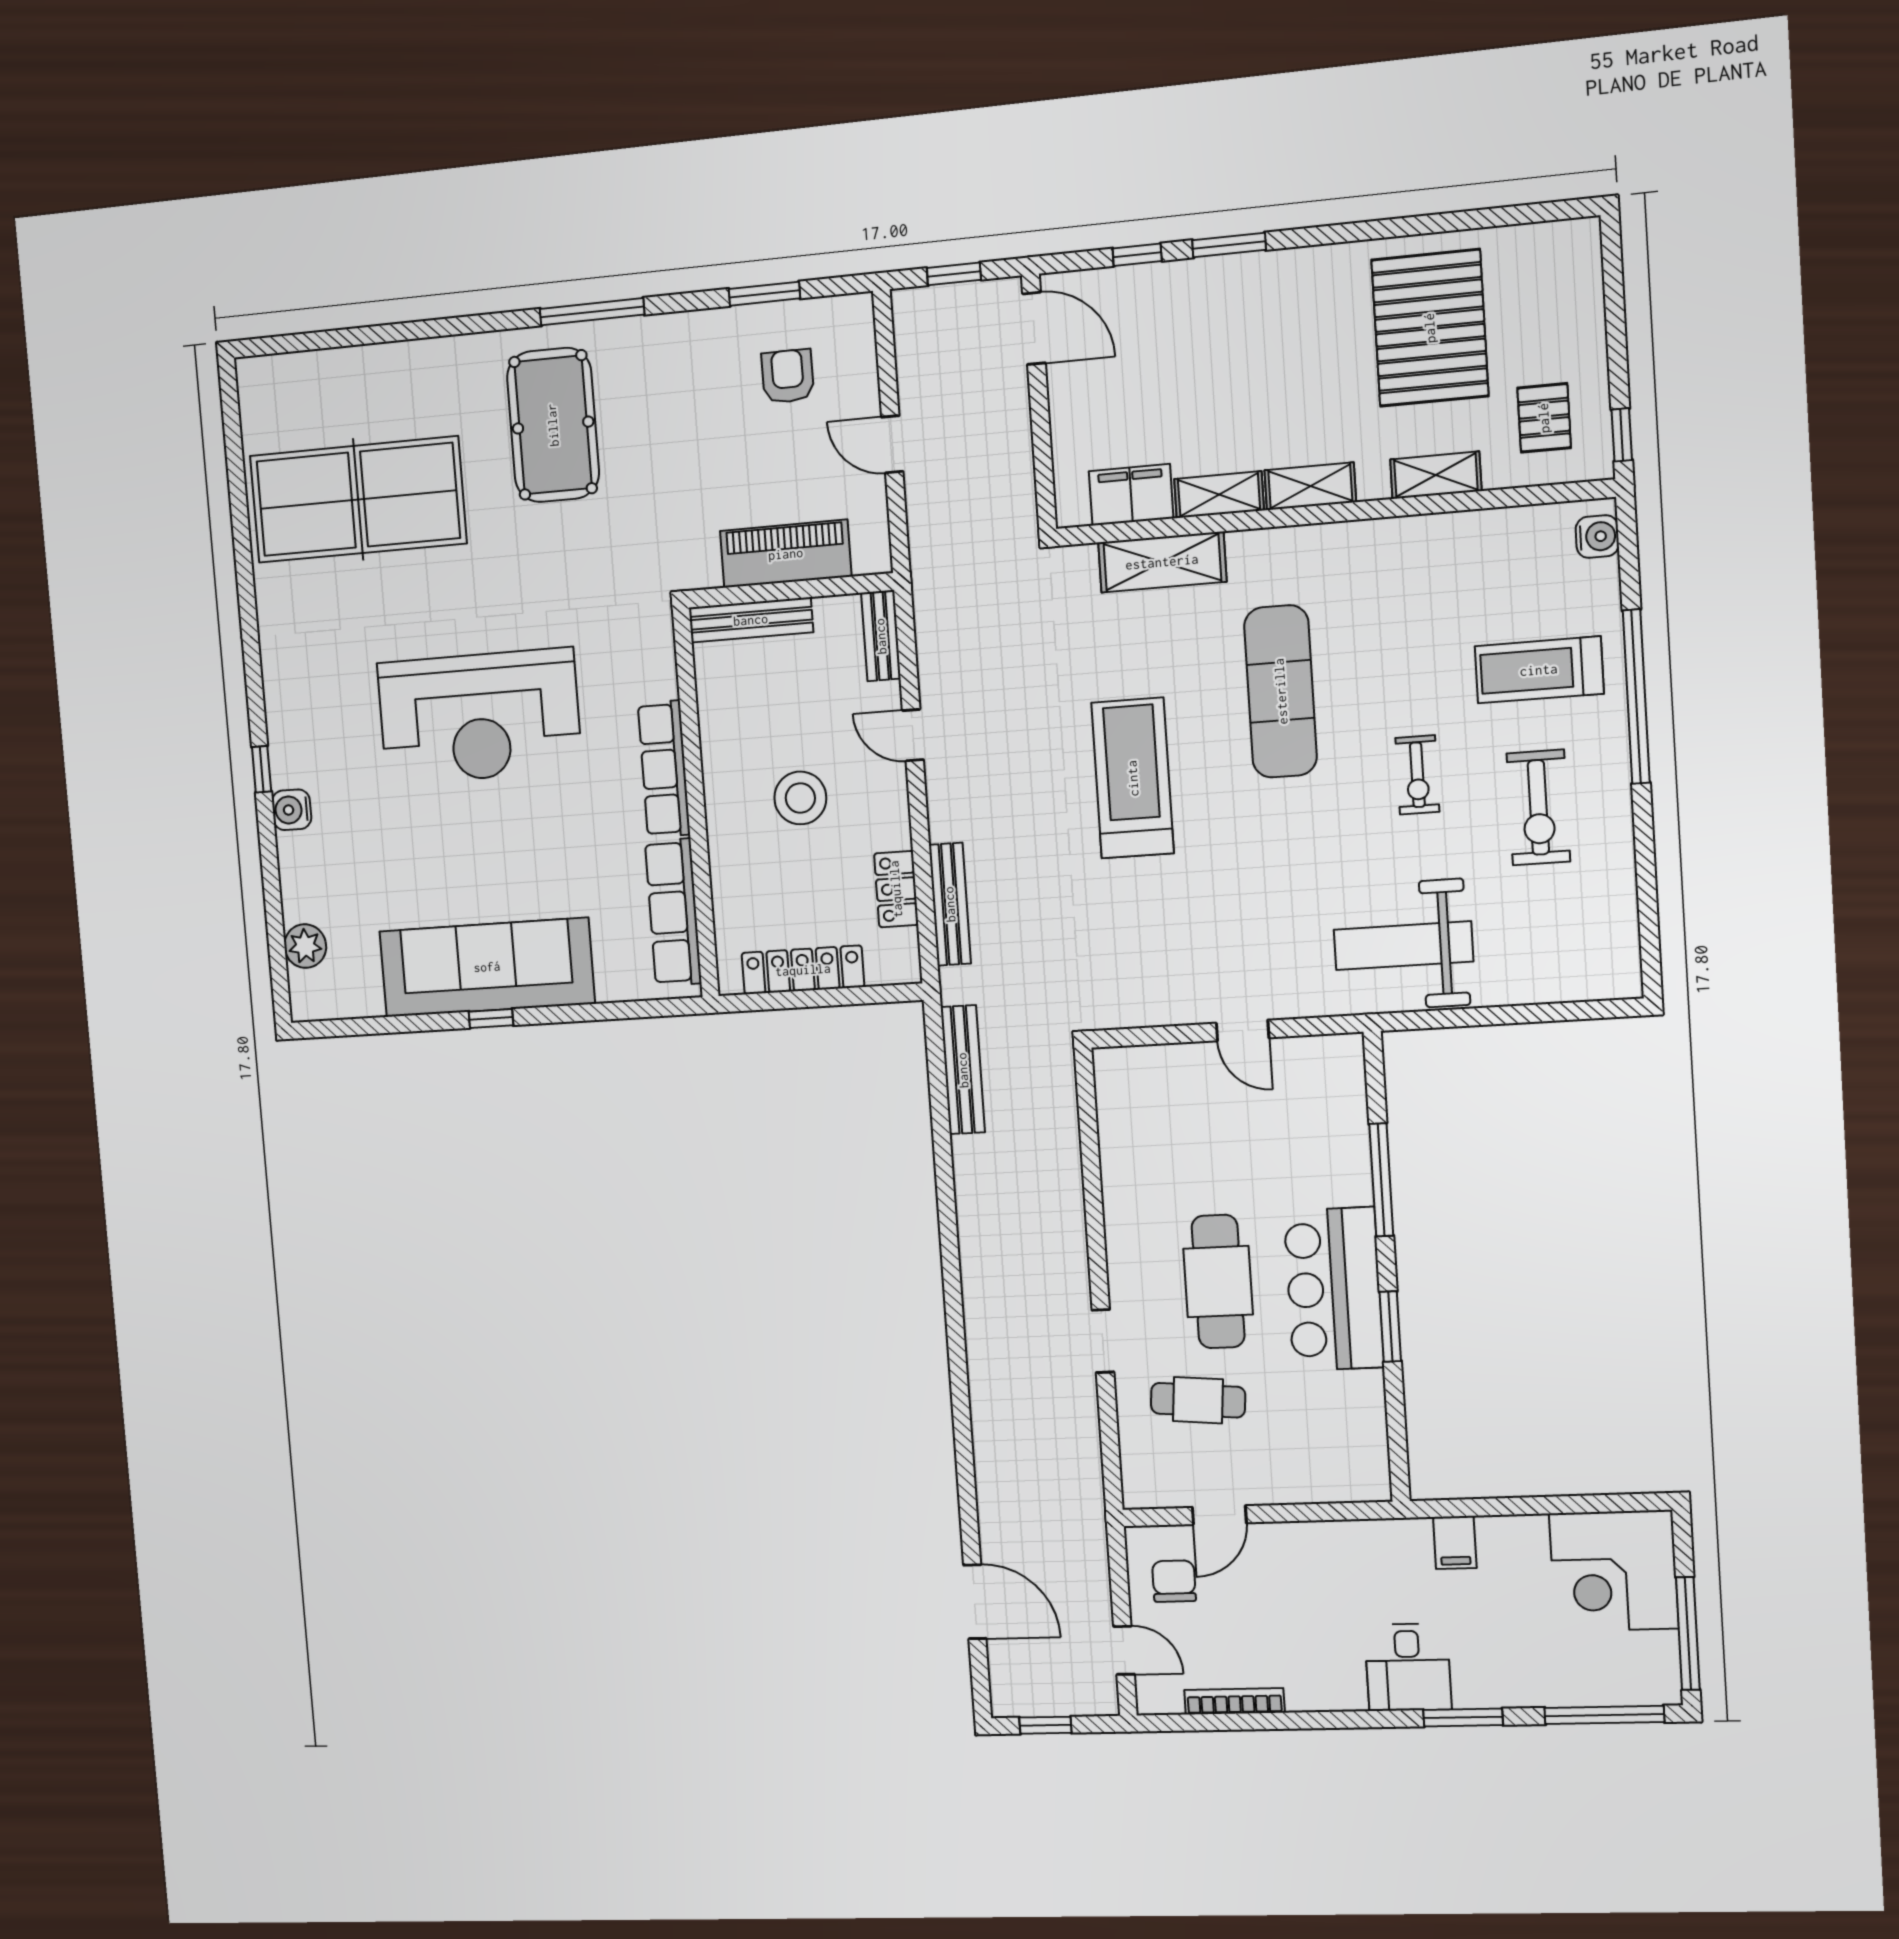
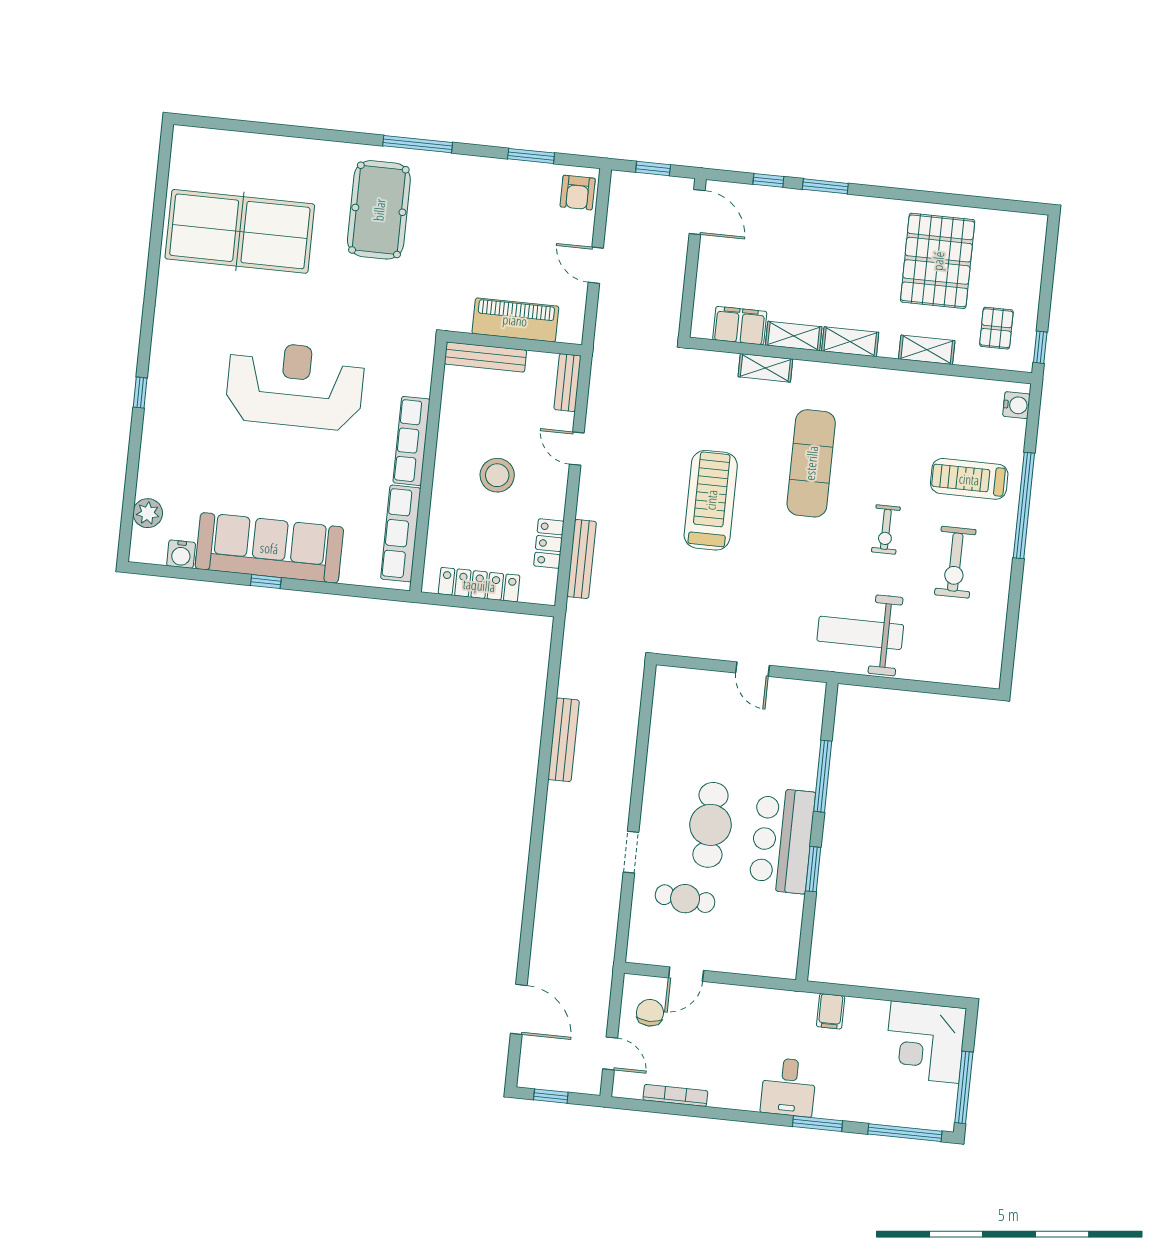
armchair: (788, 376) -> (578, 193), moved, turned 180
shelving: (1162, 562) -> (765, 368), width x0.67, depth x0.75
reception desk: (479, 717) -> (295, 385), turned 180
water cooler: (292, 810) -> (181, 554), moved, turned -90
bench: (963, 1070) -> (564, 740), moved

